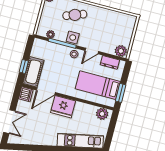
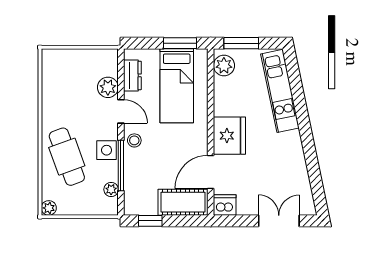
cafe table: (75, 15) -> (67, 157), width x1.37, depth x1.35
plant: (121, 51) -> (108, 87), moved
window: (24, 66) -> (150, 221), moved
door: (46, 91) -> (211, 172), swing flipped
window: (112, 126) -> (241, 43), added

